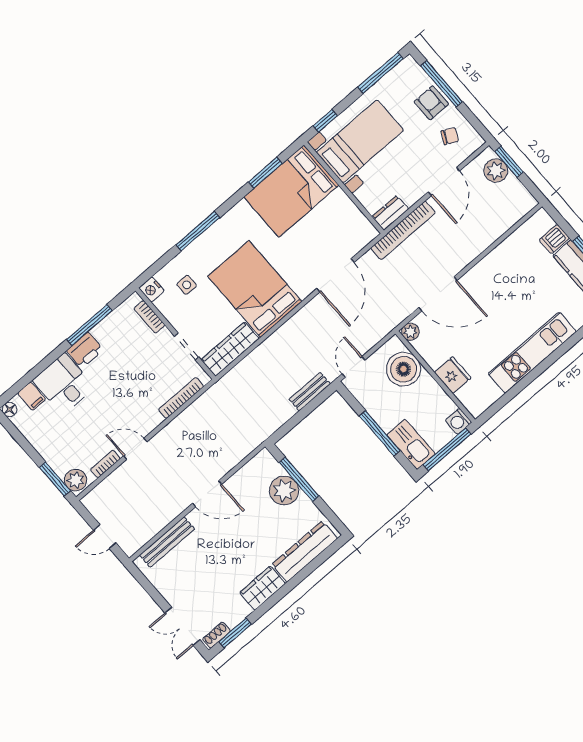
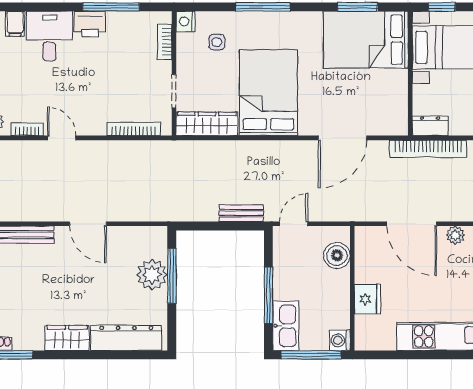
plant: (410, 332) -> (455, 235), moved
boiler: (404, 369) -> (337, 255), width x0.73, depth x0.73

